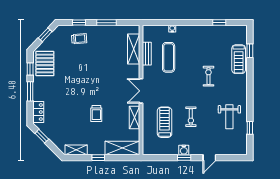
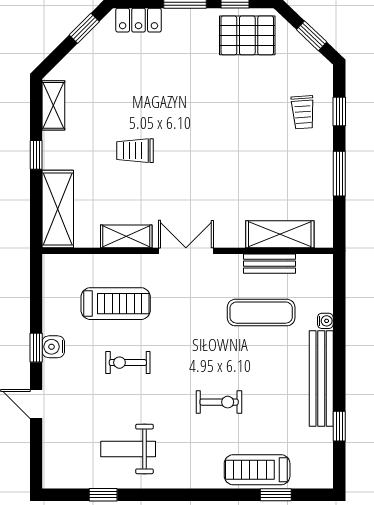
bench: (198, 31) -> (321, 379), added

